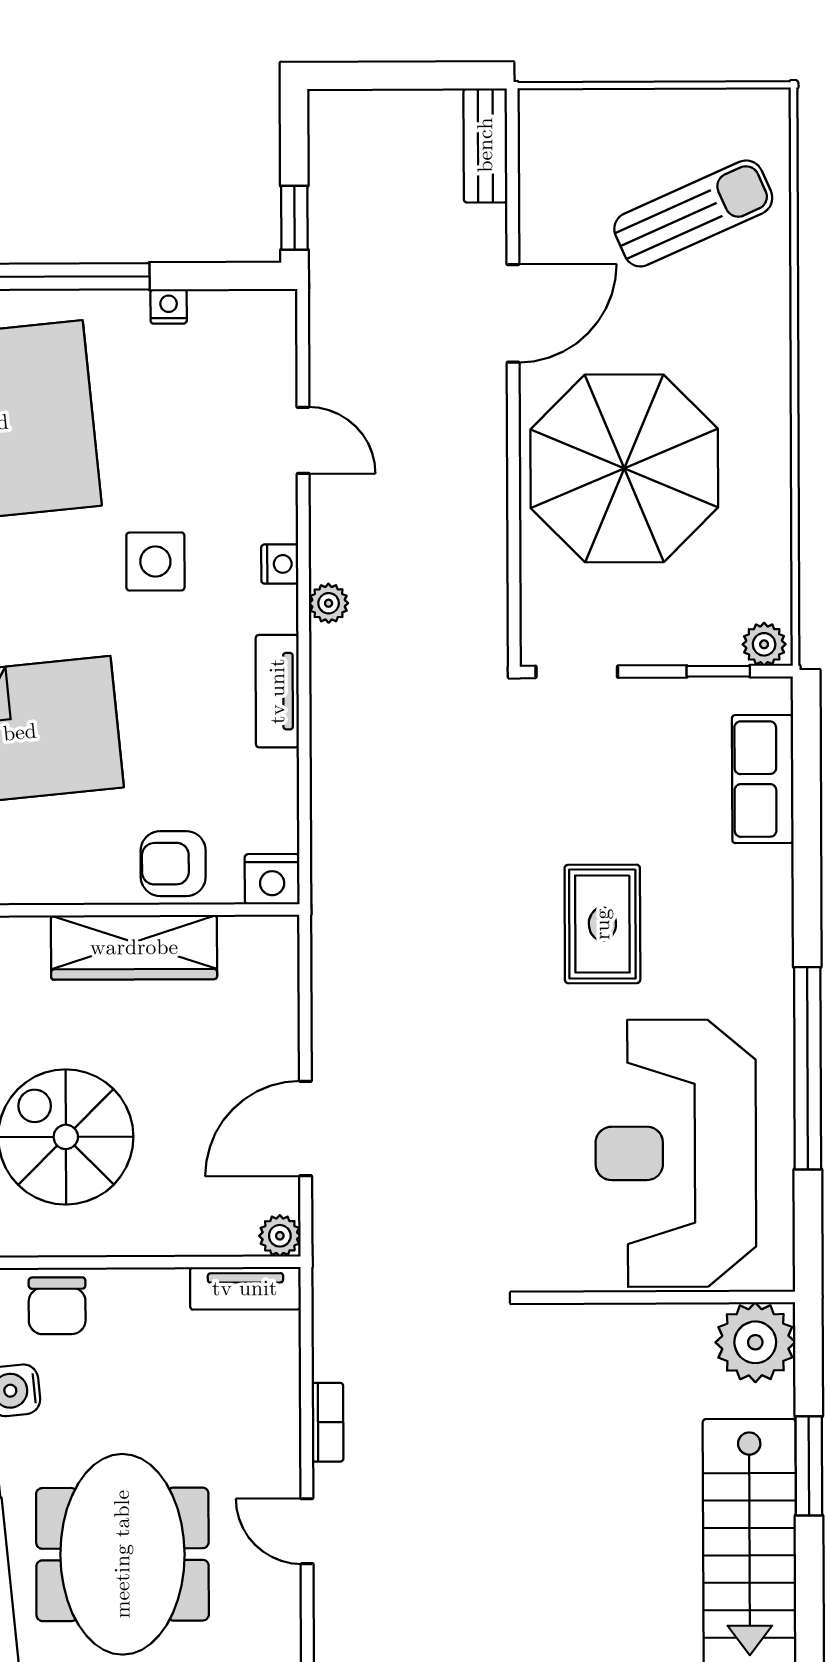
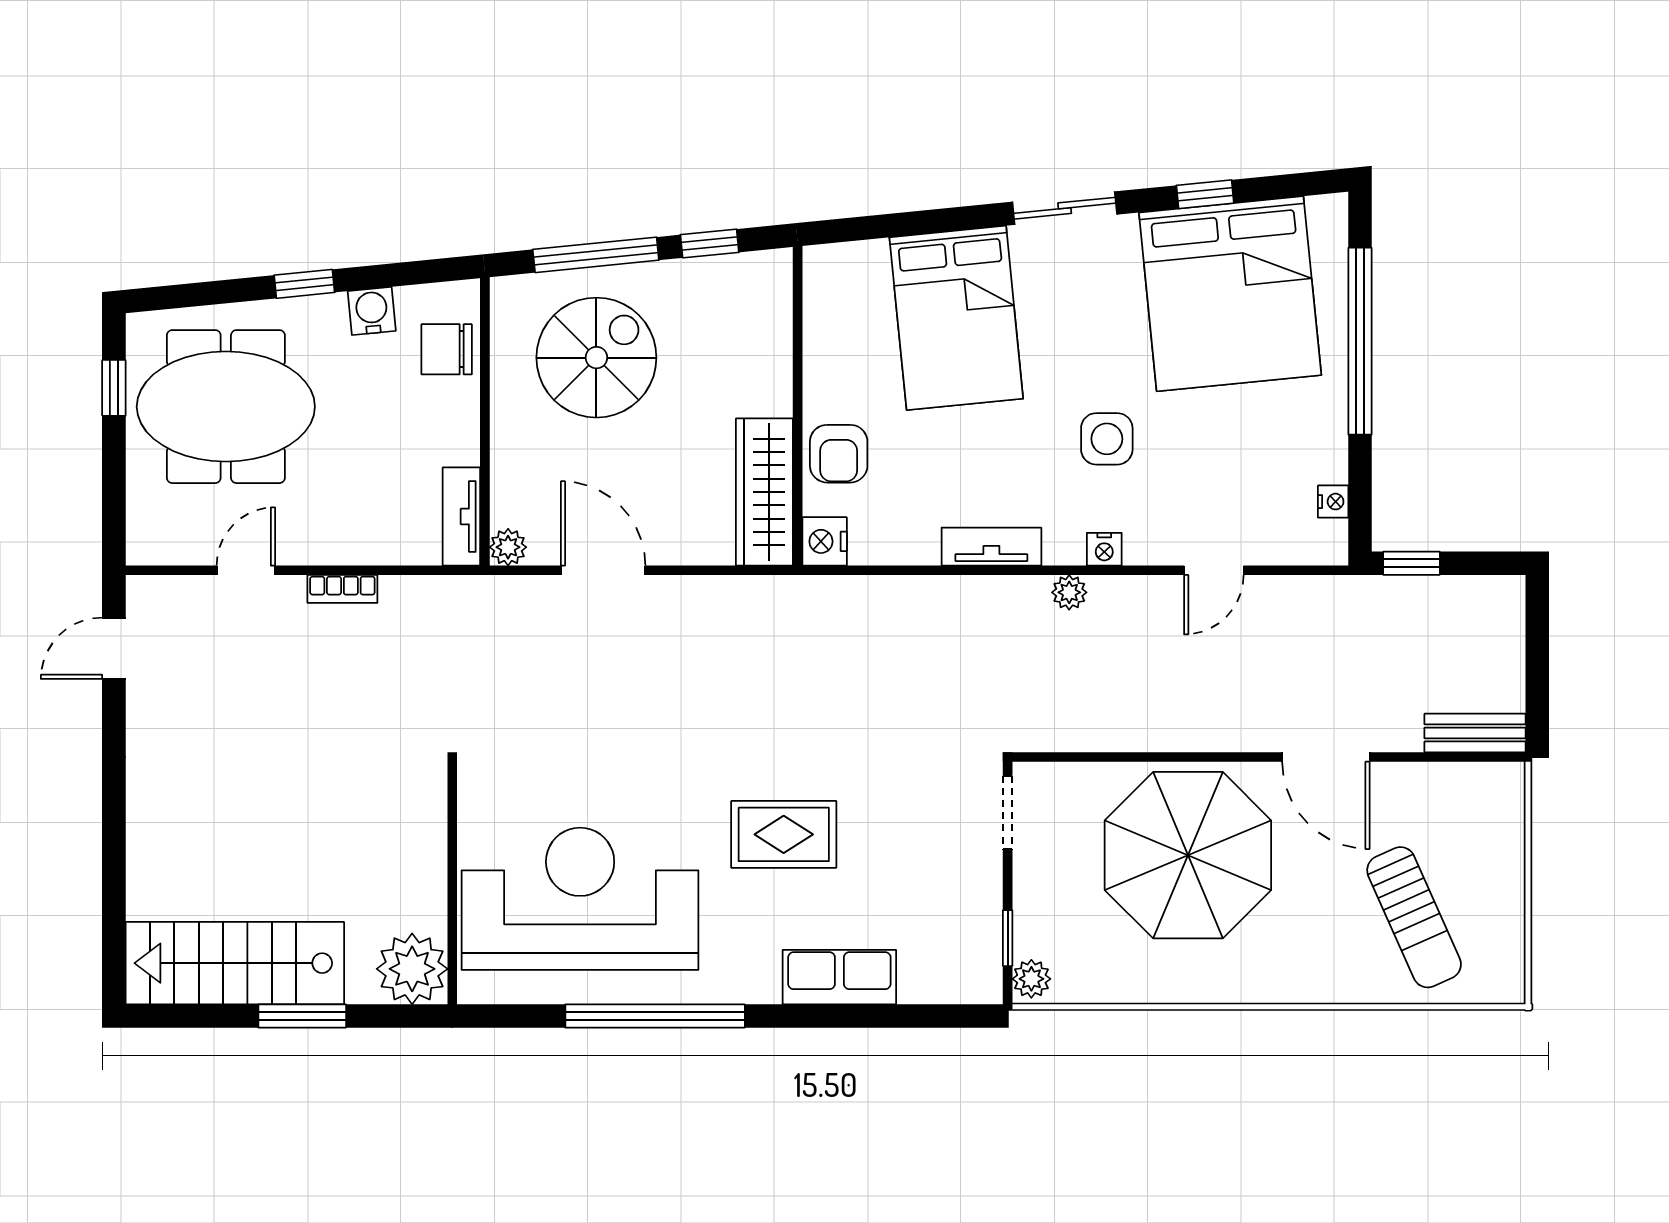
nightstand: (169, 306) -> (1333, 502), moved
row of seats: (763, 779) -> (839, 977), moved
armchair: (173, 864) -> (839, 454), turned 180
wardrobe: (134, 947) -> (764, 492), moved

